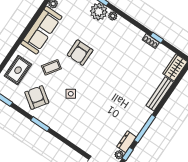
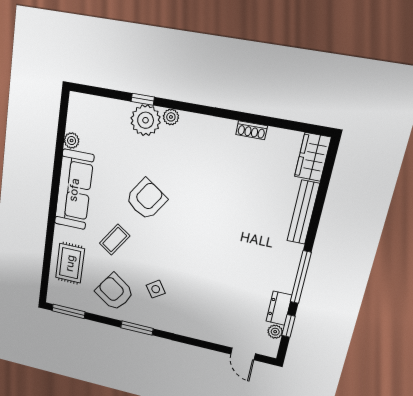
window: (157, 38) -> (260, 120), removed
armchair: (80, 53) -> (146, 199), turned -146
side table: (71, 94) -> (156, 289), moved

